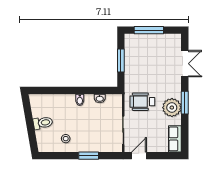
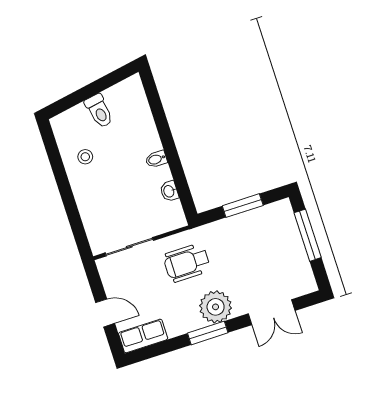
wheelchair: (142, 102) -> (187, 263), turned -90
plant: (172, 108) -> (216, 307), moved
window: (89, 156) -> (70, 203), removed
door: (139, 156) -> (105, 313), moved

